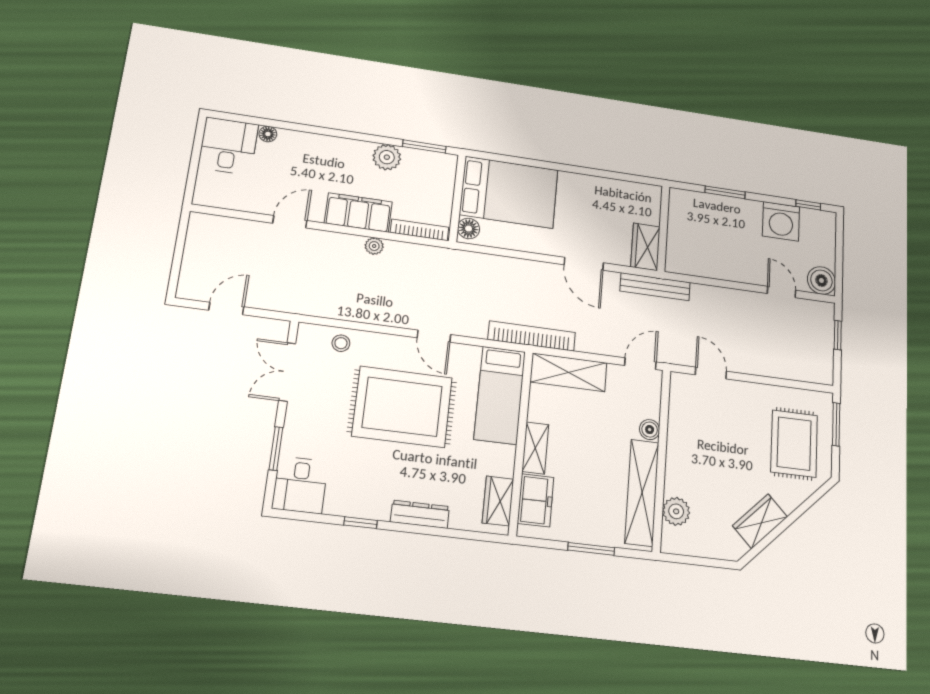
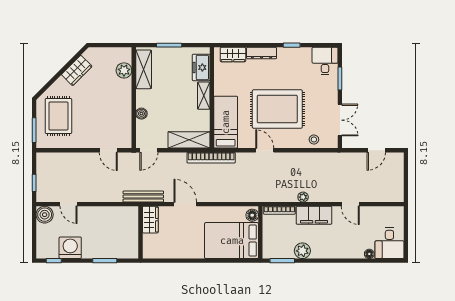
door: (290, 222) -> (350, 204), hinge flipped
shelving: (642, 493) -> (144, 69), width x0.68
wardrobe: (498, 501) -> (233, 55), moved, turned 90

